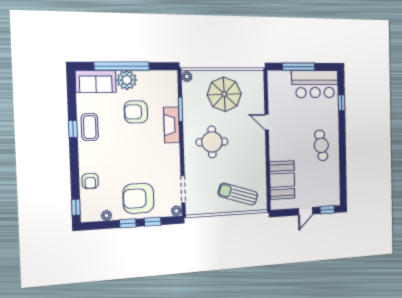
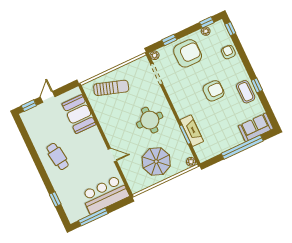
window: (299, 67) -> (93, 217), moved
plant: (127, 80) -> (234, 139), removed
bar counter: (315, 84) -> (105, 194), moved
armchair: (136, 112) -> (213, 91), moved
fireplace: (172, 125) -> (192, 131), moved
window: (128, 223) -> (207, 22), moved

